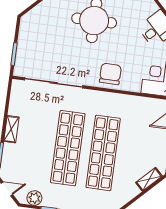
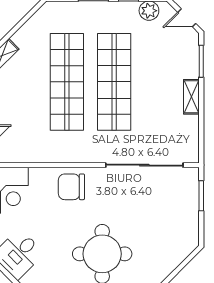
chair: (110, 74) -> (71, 187), turned 90

